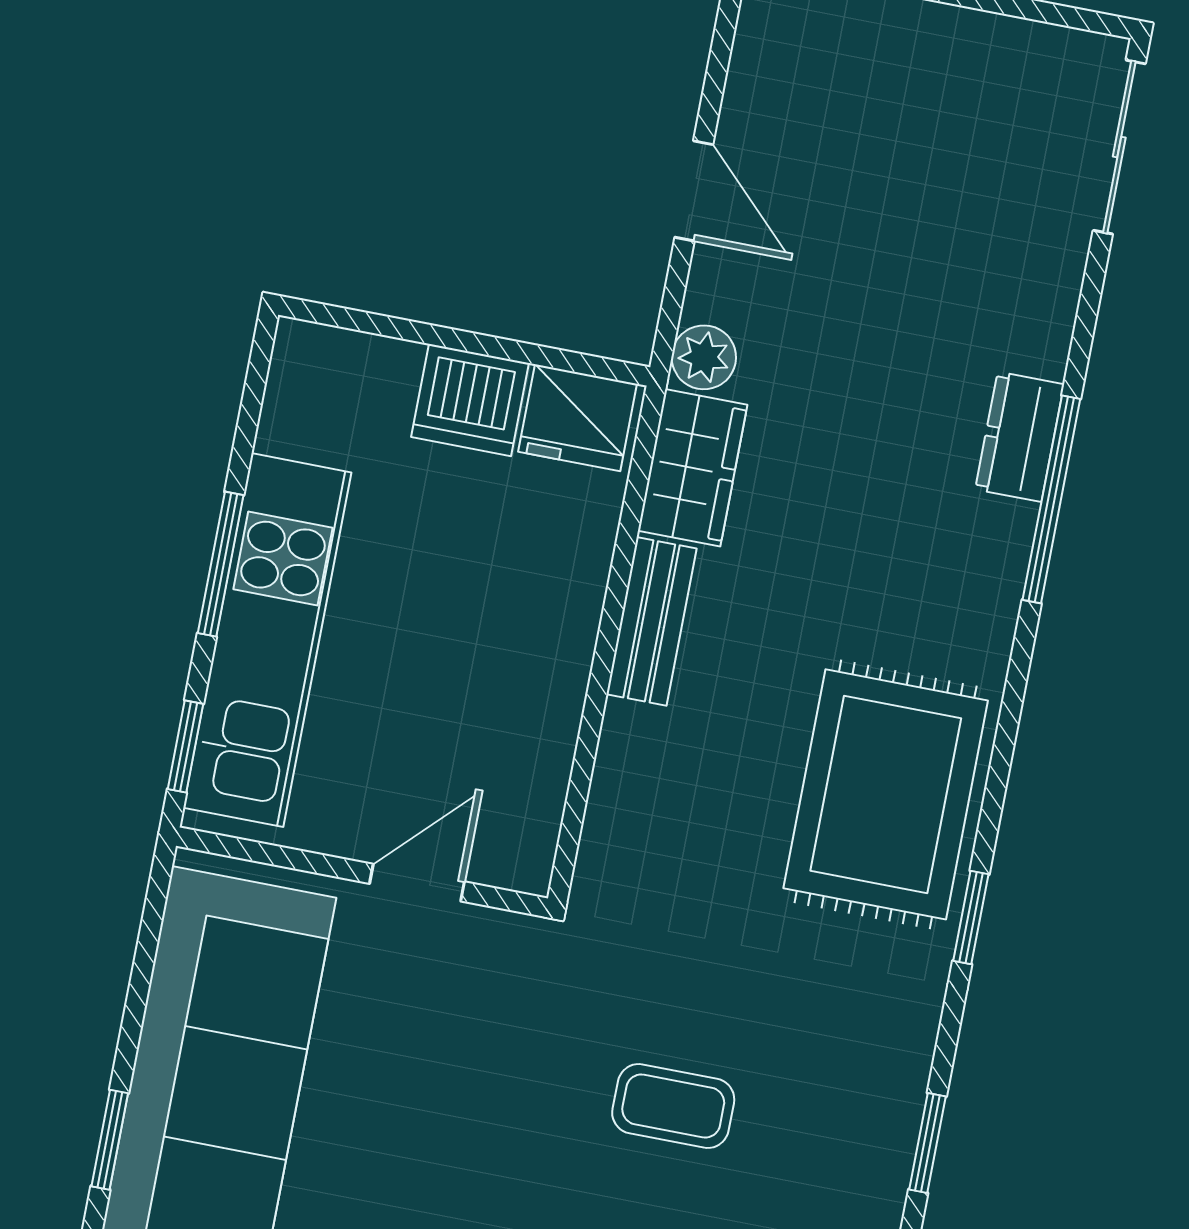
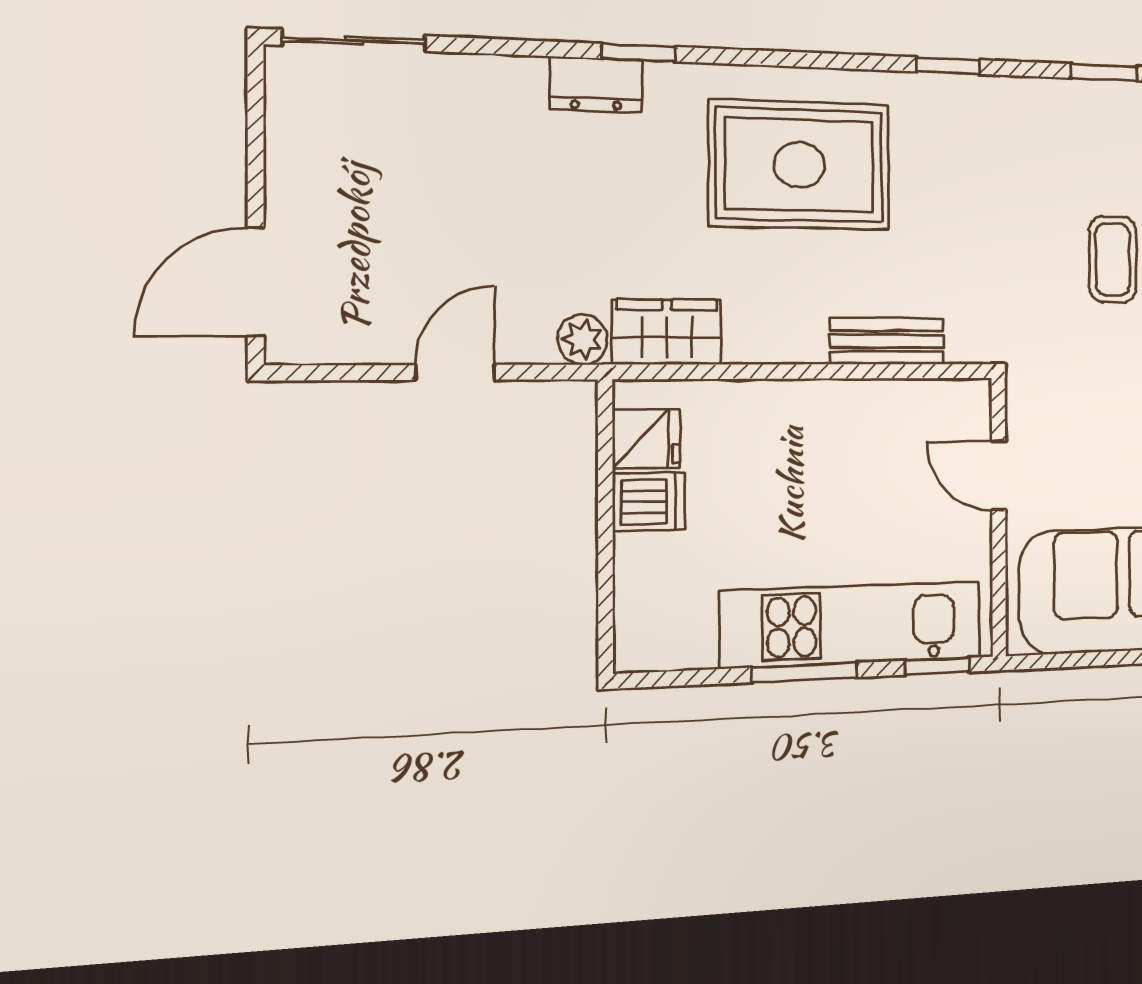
dishwasher: (470, 400) -> (649, 502), width x0.73
fridge: (578, 418) -> (646, 439), width x0.72
window: (1051, 499) -> (638, 53), width x0.46
bench: (651, 621) -> (887, 341), moved
rug: (886, 794) -> (799, 165), moved

